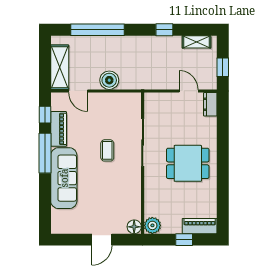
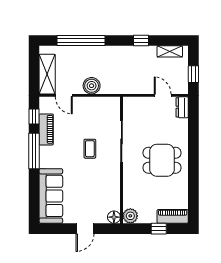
sofa: (64, 178) -> (51, 196), moved

